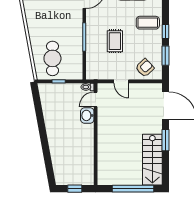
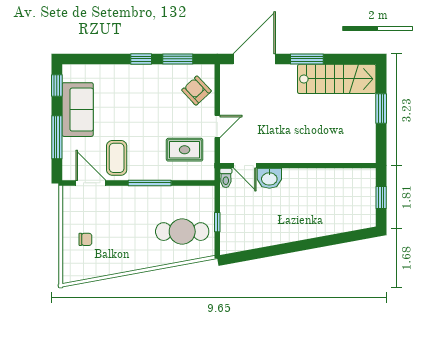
coffee table: (148, 23) -> (117, 158), moved
rug: (115, 41) -> (185, 150), moved
window: (133, 189) -> (381, 109), width x0.47

